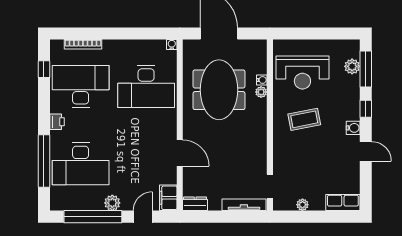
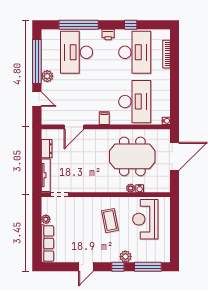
plant: (352, 66) -> (125, 257), moved
window: (44, 69) -> (131, 25), moved
desk: (146, 86) -> (135, 102), turned 180
water cooler: (353, 128) -> (104, 257), removed
door: (180, 153) -> (74, 127), moved
filing cabinet: (168, 198) -> (104, 118), moved, width x0.50
row of seats: (343, 203) -> (47, 243), width x1.48
dresser: (195, 204) -> (47, 149), moved

